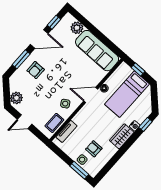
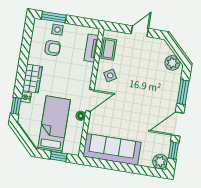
plant: (77, 28) -> (160, 162), moved
armchair: (36, 70) -> (162, 90), removed
plant: (16, 98) -> (172, 63), moved

